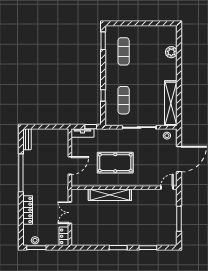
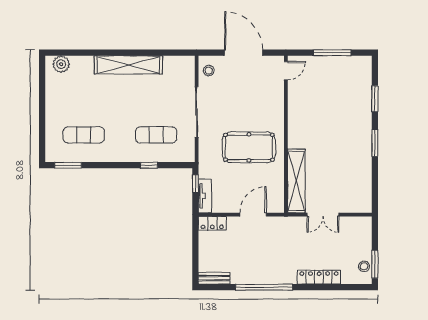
plant: (171, 52) -> (61, 64), moved
shelving: (171, 103) -> (128, 65), moved
pool table: (115, 163) -> (249, 147), turned 90
door: (70, 166) -> (253, 215), hinge flipped
door: (167, 188) -> (286, 71), swing flipped
shelving: (110, 195) -> (296, 181), moved
locker: (64, 236) -> (212, 223), moved

